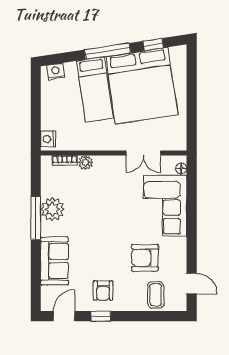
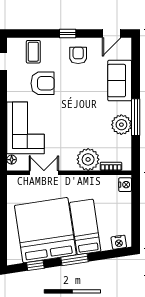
window: (107, 51) -> (74, 260), width x0.69
plant: (86, 162) -> (88, 159), width x1.88, depth x1.88
window: (101, 316) -> (68, 34), moved

